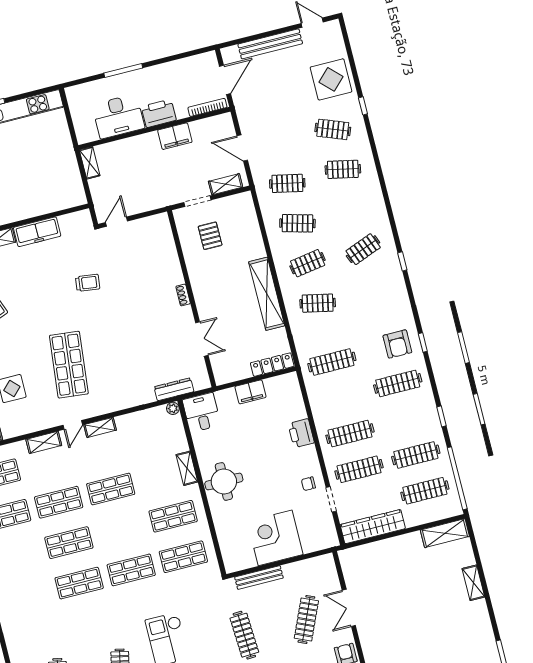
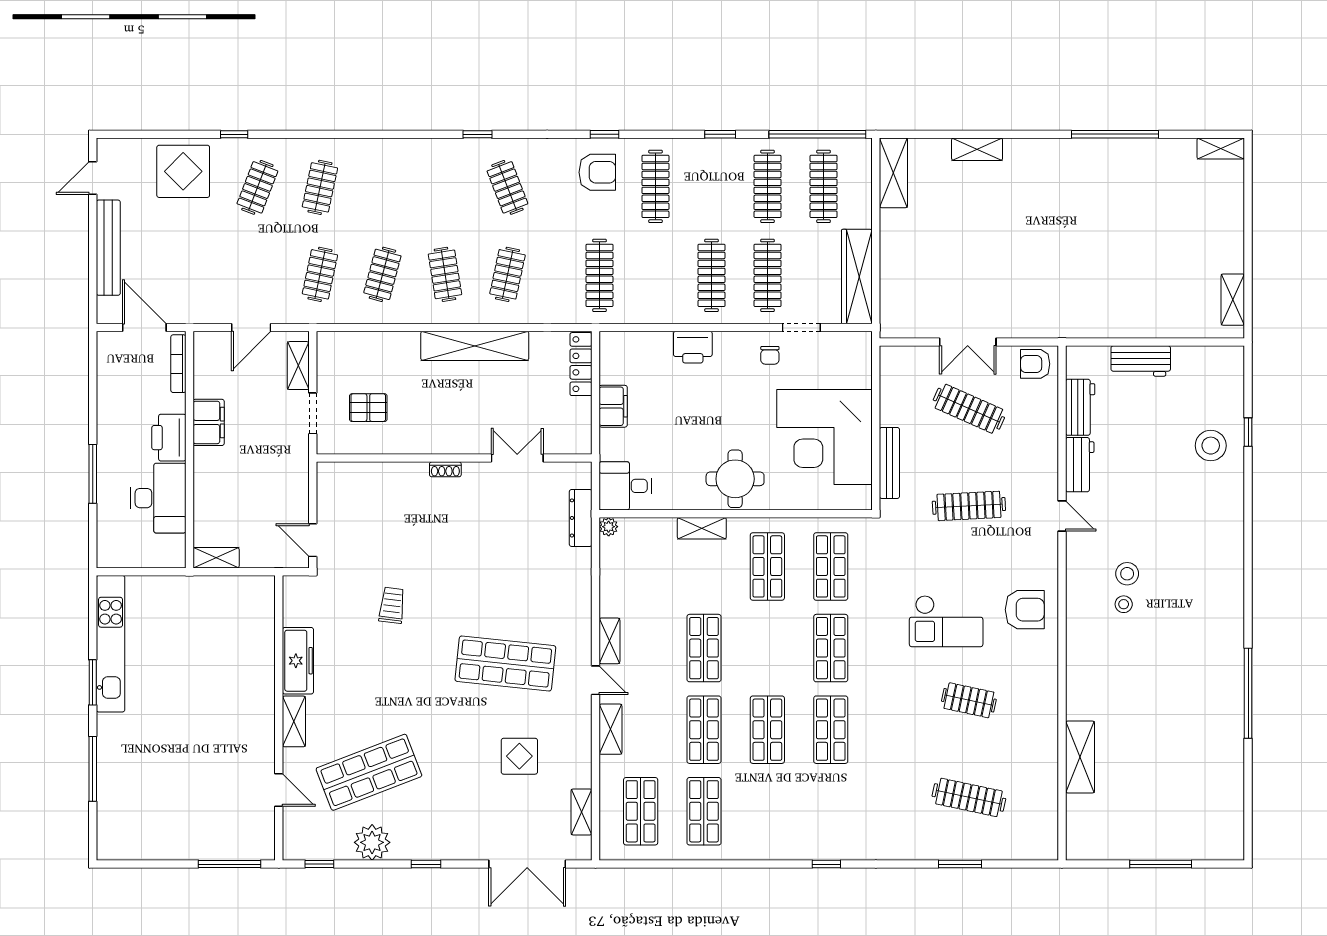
clothes rail: (363, 249) -> (507, 187), moved
corner desk: (275, 538) -> (825, 437), width x1.36, depth x1.36

